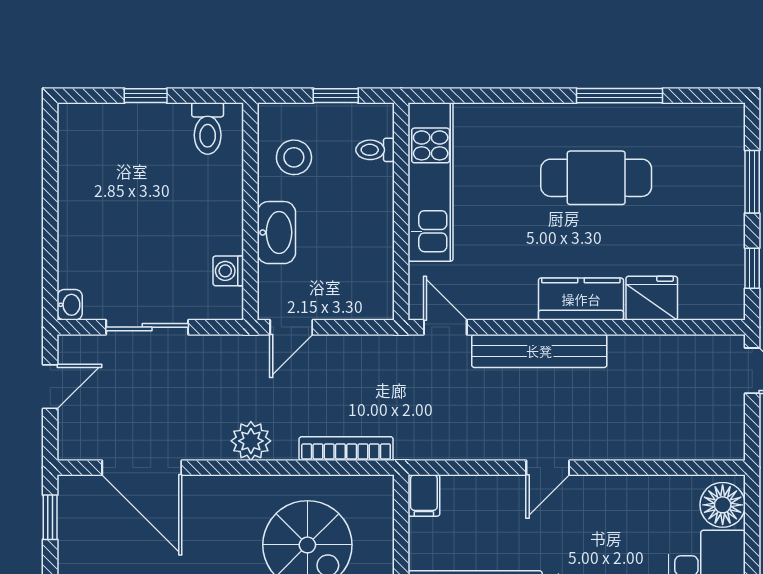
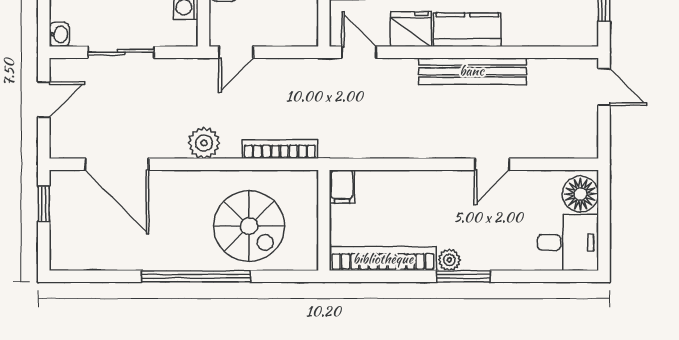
fridge: (652, 298) -> (411, 29), moved
bench: (539, 351) -> (472, 71), moved
door: (548, 468) -> (492, 164), moved

